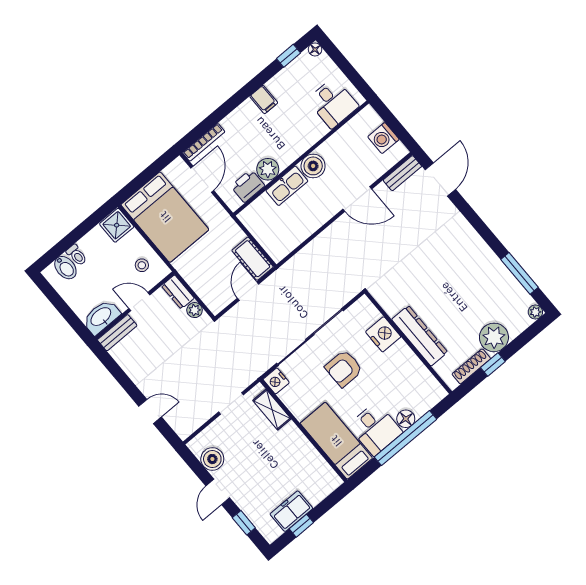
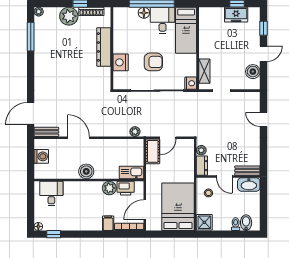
filing cabinet: (264, 99) -> (108, 223), moved
kitchen sink: (287, 186) -> (131, 172), moved
plant: (295, 265) -> (135, 132), added

